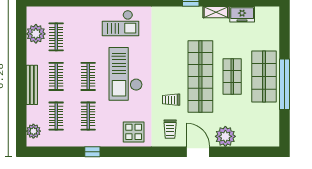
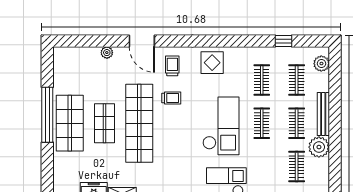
plant: (36, 34) -> (319, 147), moved
plant: (225, 136) -> (107, 53), width x0.53, depth x0.53
window: (92, 152) -> (283, 41), moved

